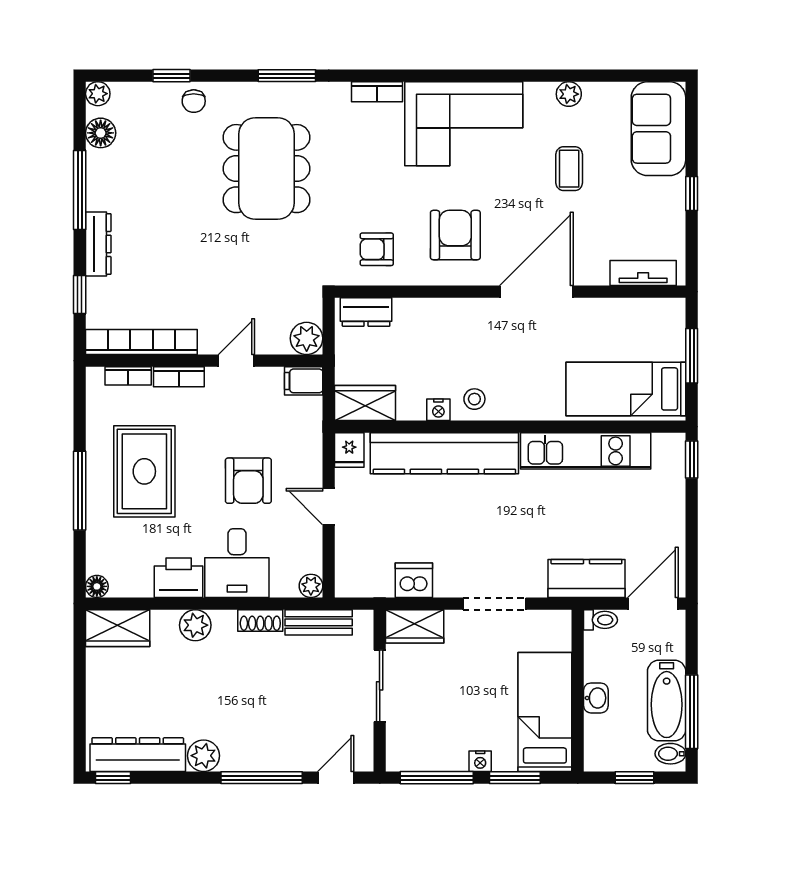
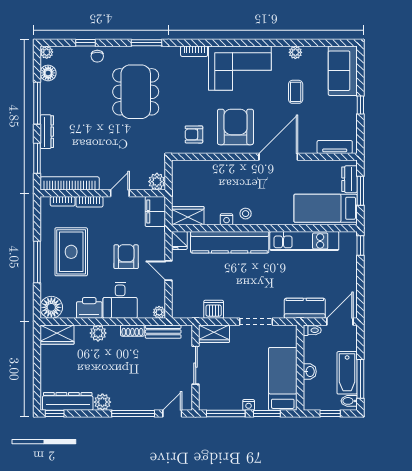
armchair: (455, 235) -> (235, 127), width x1.36, depth x1.36
window: (80, 294) -> (37, 158), width x1.50
dresser: (366, 312) -> (350, 179), moved, turned 90
filing cabinet: (304, 381) -> (155, 212), width x2.00
armchair: (248, 481) -> (126, 257), turned 180
floor lamp: (97, 586) -> (51, 307), width x1.89, depth x1.89

